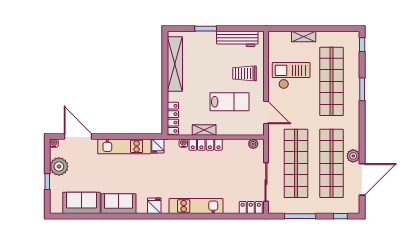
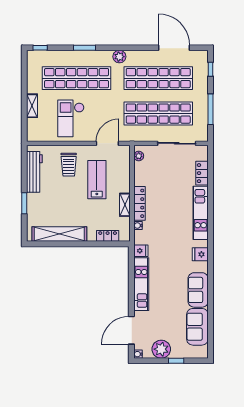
locker: (173, 118) -> (108, 236), width x0.66
plant: (353, 156) -> (119, 57), moved
locker: (251, 208) -> (202, 173), moved

